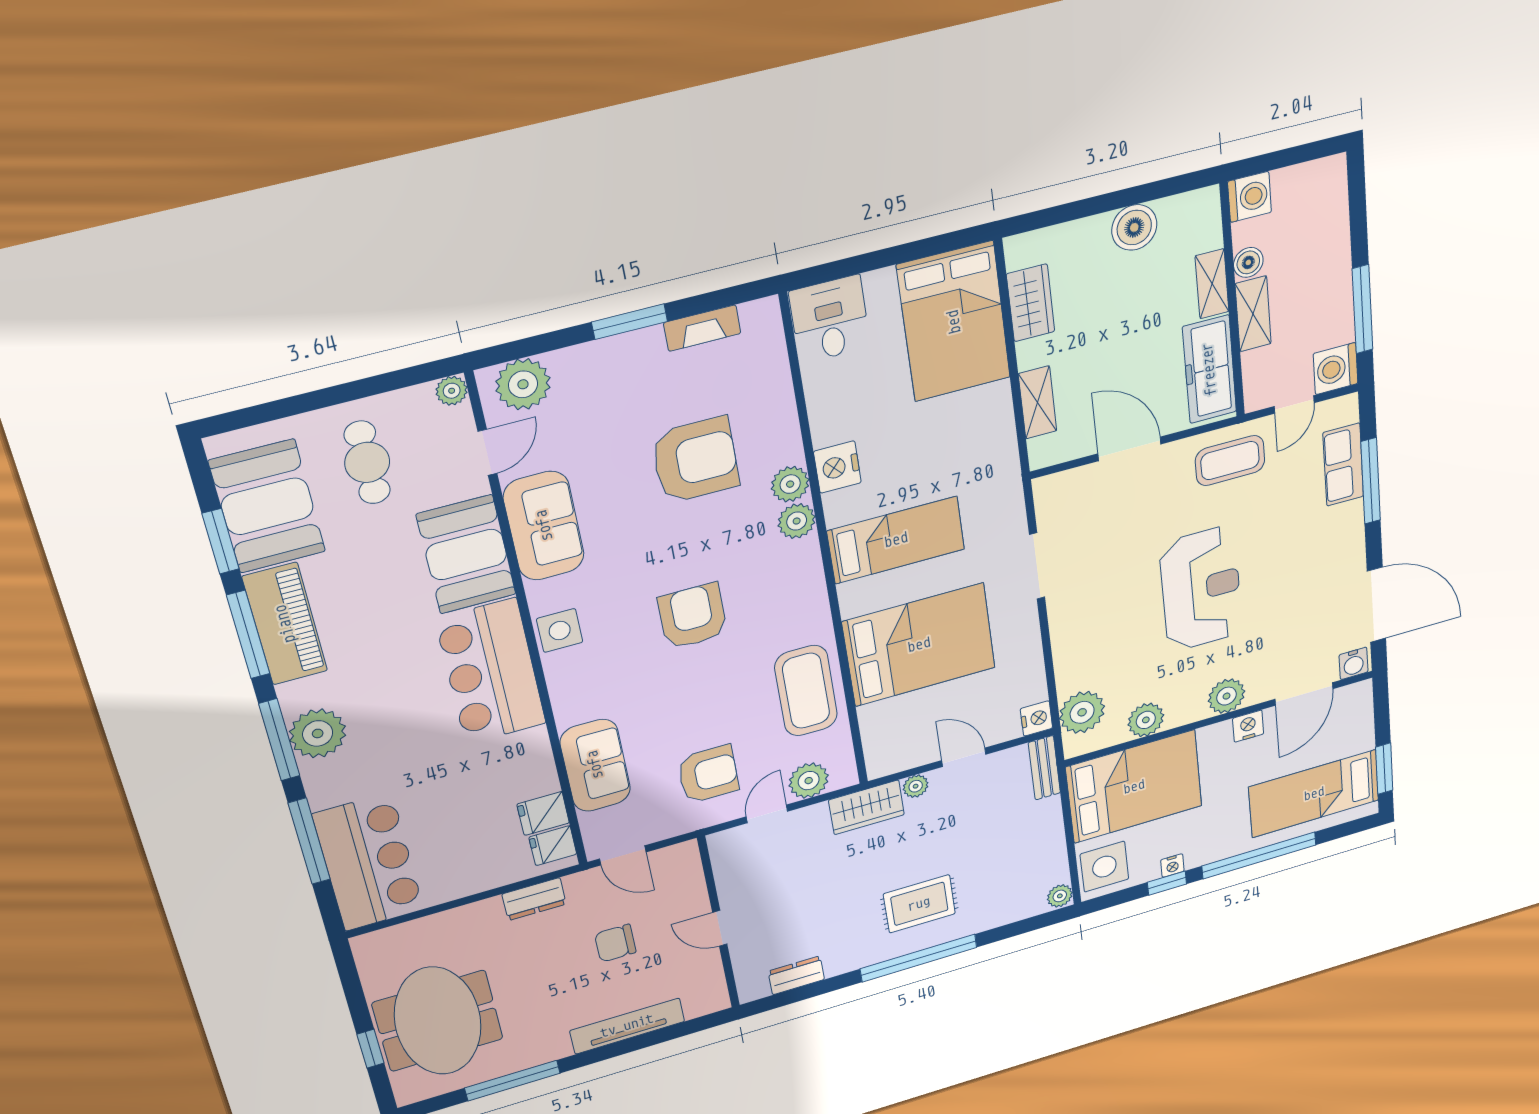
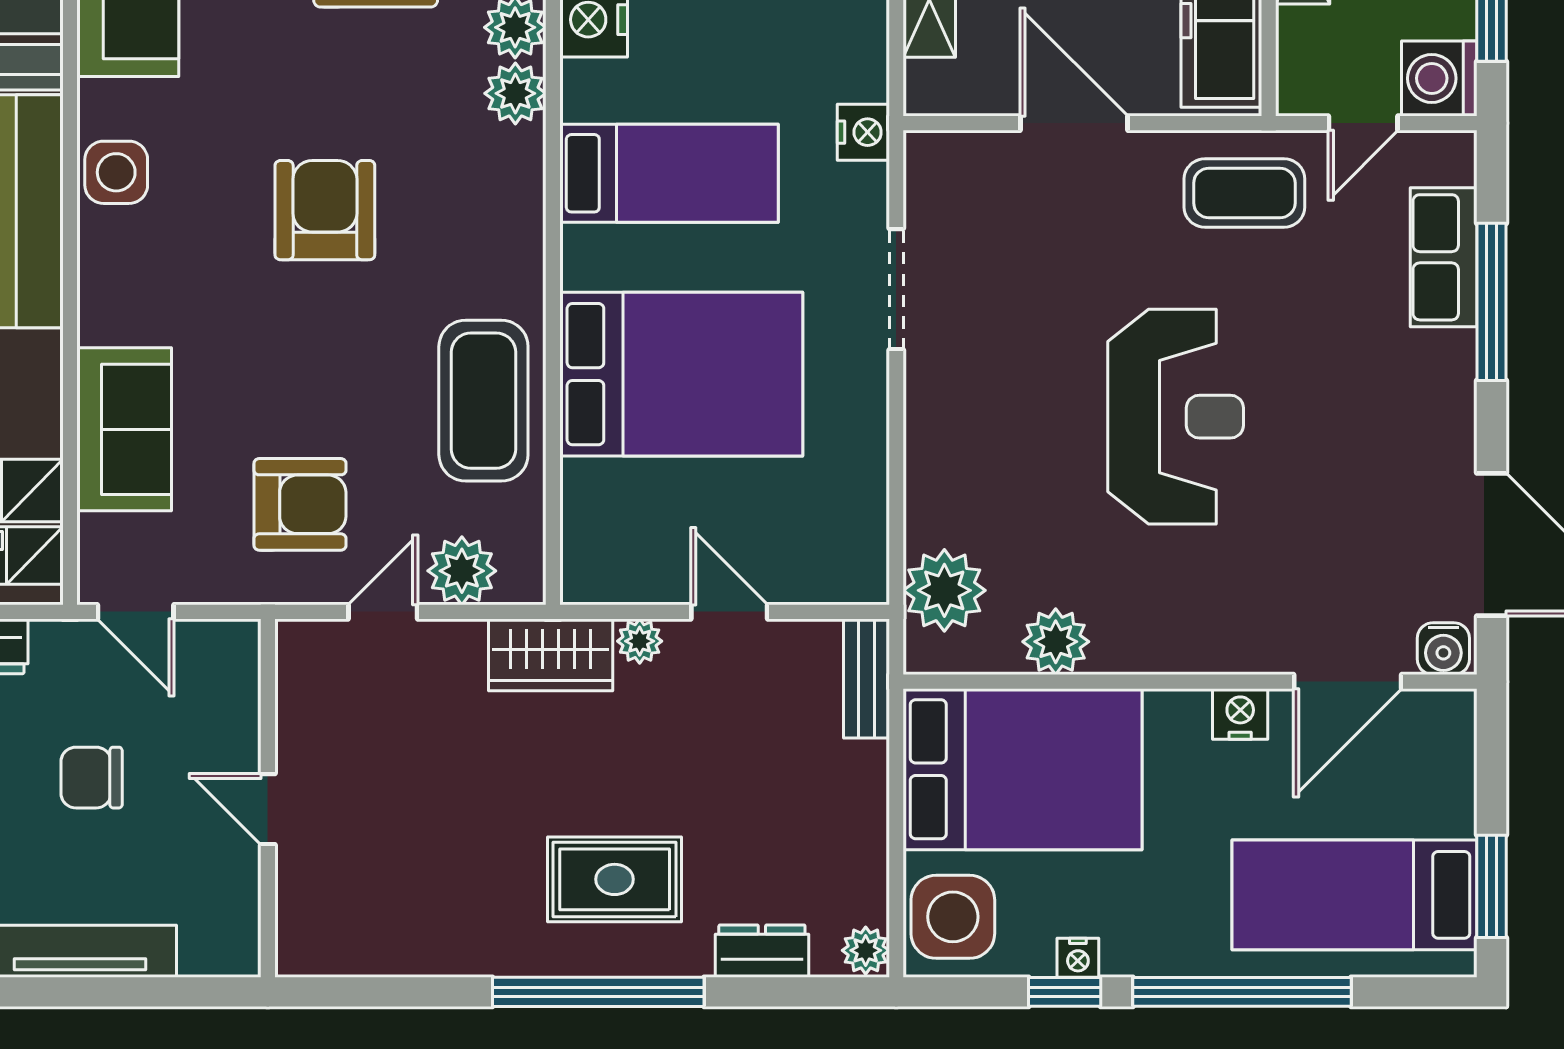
plant: (1227, 696) -> (1205, 641), removed
nightstand: (1036, 718) -> (863, 132), moved
dresser: (796, 975) -> (762, 951), moved

